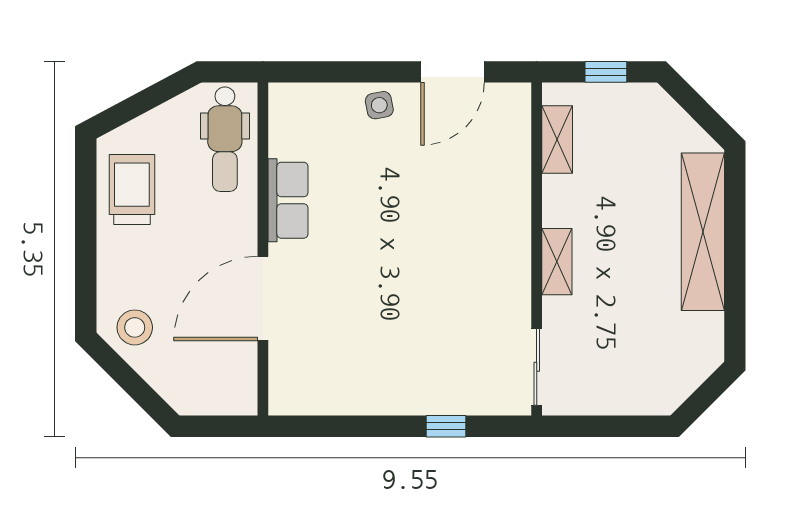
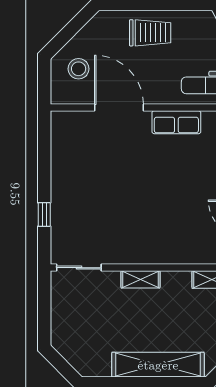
trolley: (132, 189) -> (150, 33), moved
stool: (135, 327) -> (79, 69), moved

